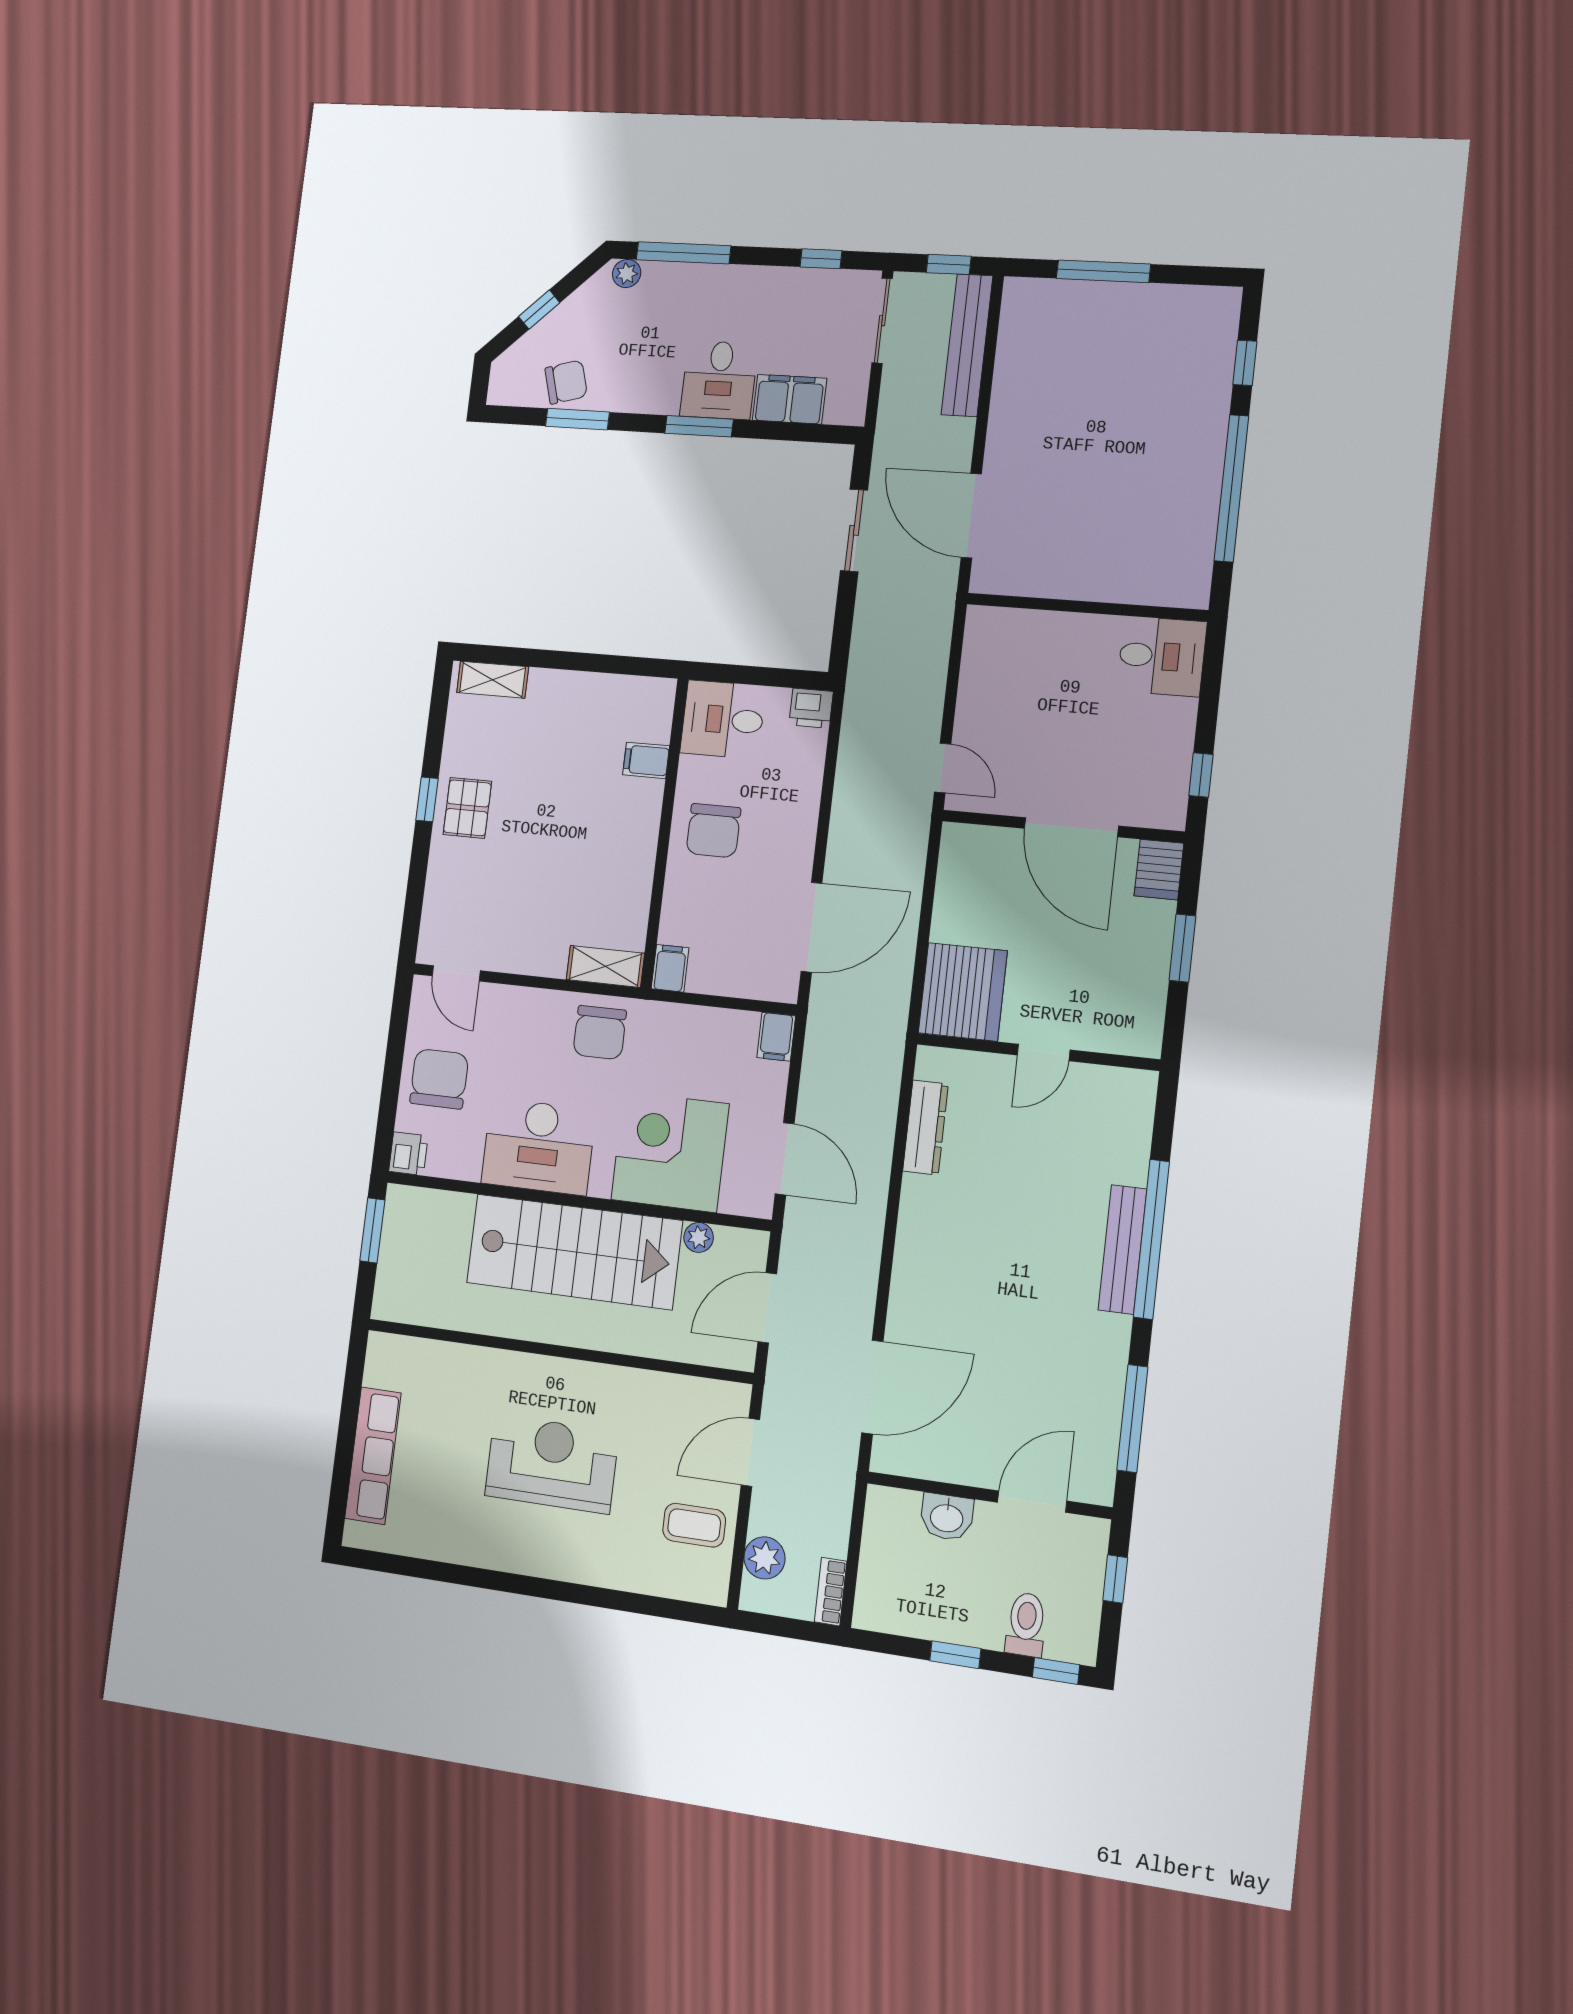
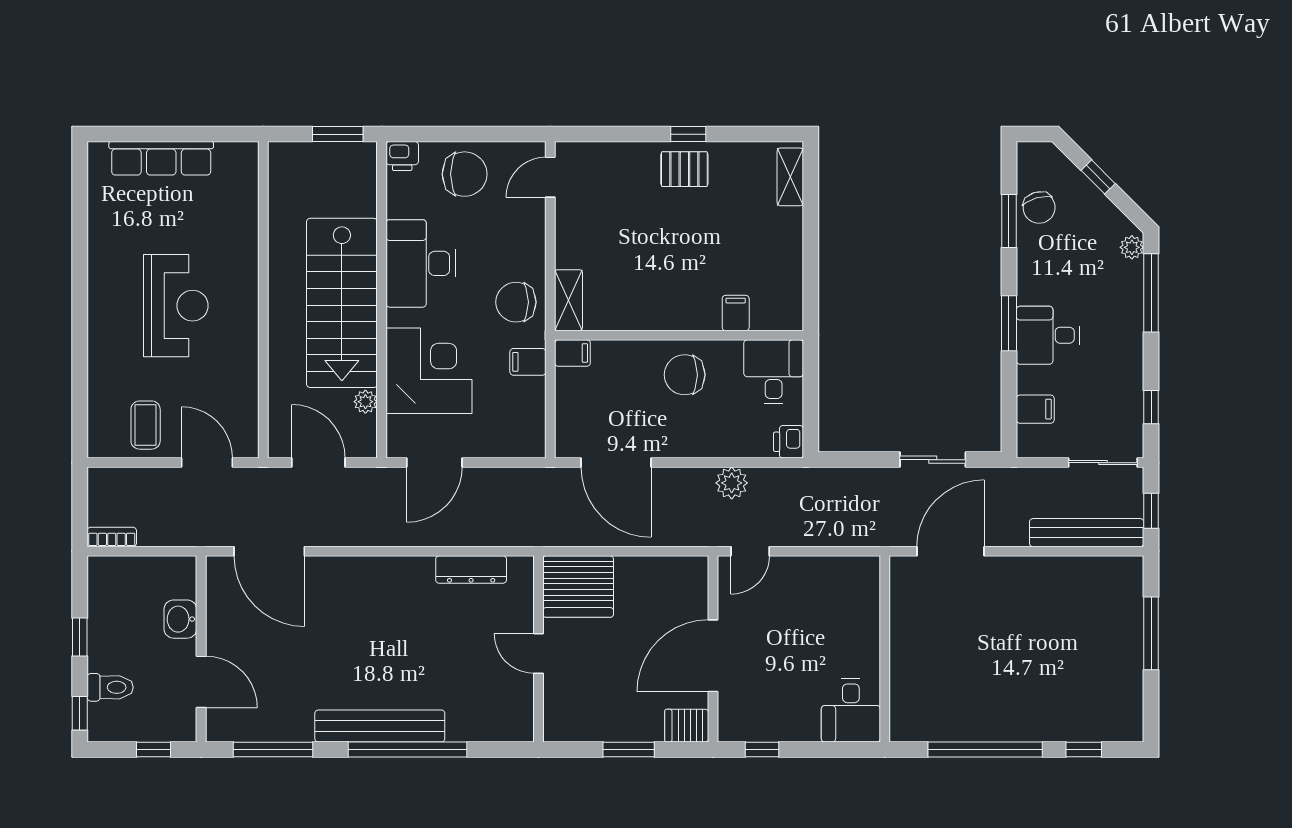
filing cabinet: (790, 399) -> (1035, 409), width x0.50
filing cabinet: (776, 1037) -> (528, 362), moved
bench: (1122, 1249) -> (380, 726), width x1.37, depth x1.21
plant: (764, 1558) -> (732, 483), moved

